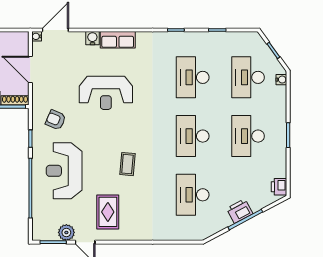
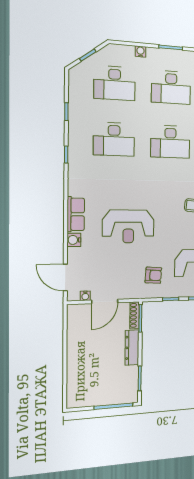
water cooler: (37, 36) -> (85, 296), moved
water cooler: (281, 80) -> (140, 52), moved
reception desk: (106, 93) -> (128, 226), turned 90
armchair: (56, 120) -> (153, 275), turned -109

